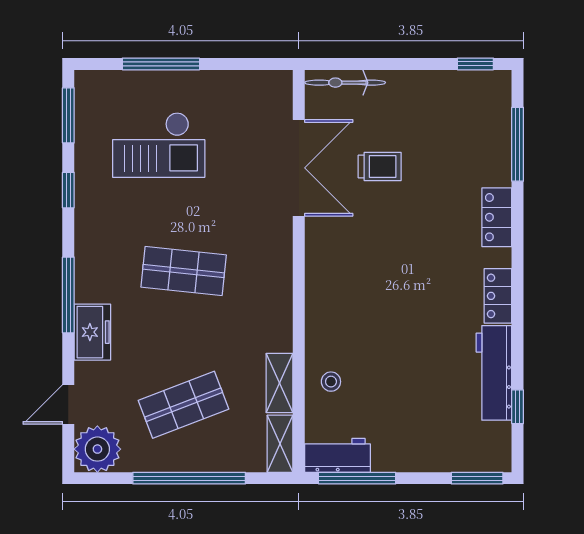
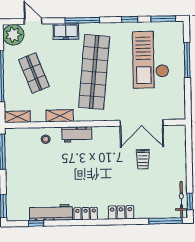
bicycle: (345, 83) -> (181, 200), moved
window: (518, 144) -> (165, 221), moved
checkout: (159, 145) -> (151, 60), width x1.36, depth x1.21
shop shelf: (184, 271) -> (94, 72), width x2.00, depth x1.36
shelving: (280, 383) -> (60, 116), moved
workbench: (337, 455) -> (77, 134), moved, turned 90

